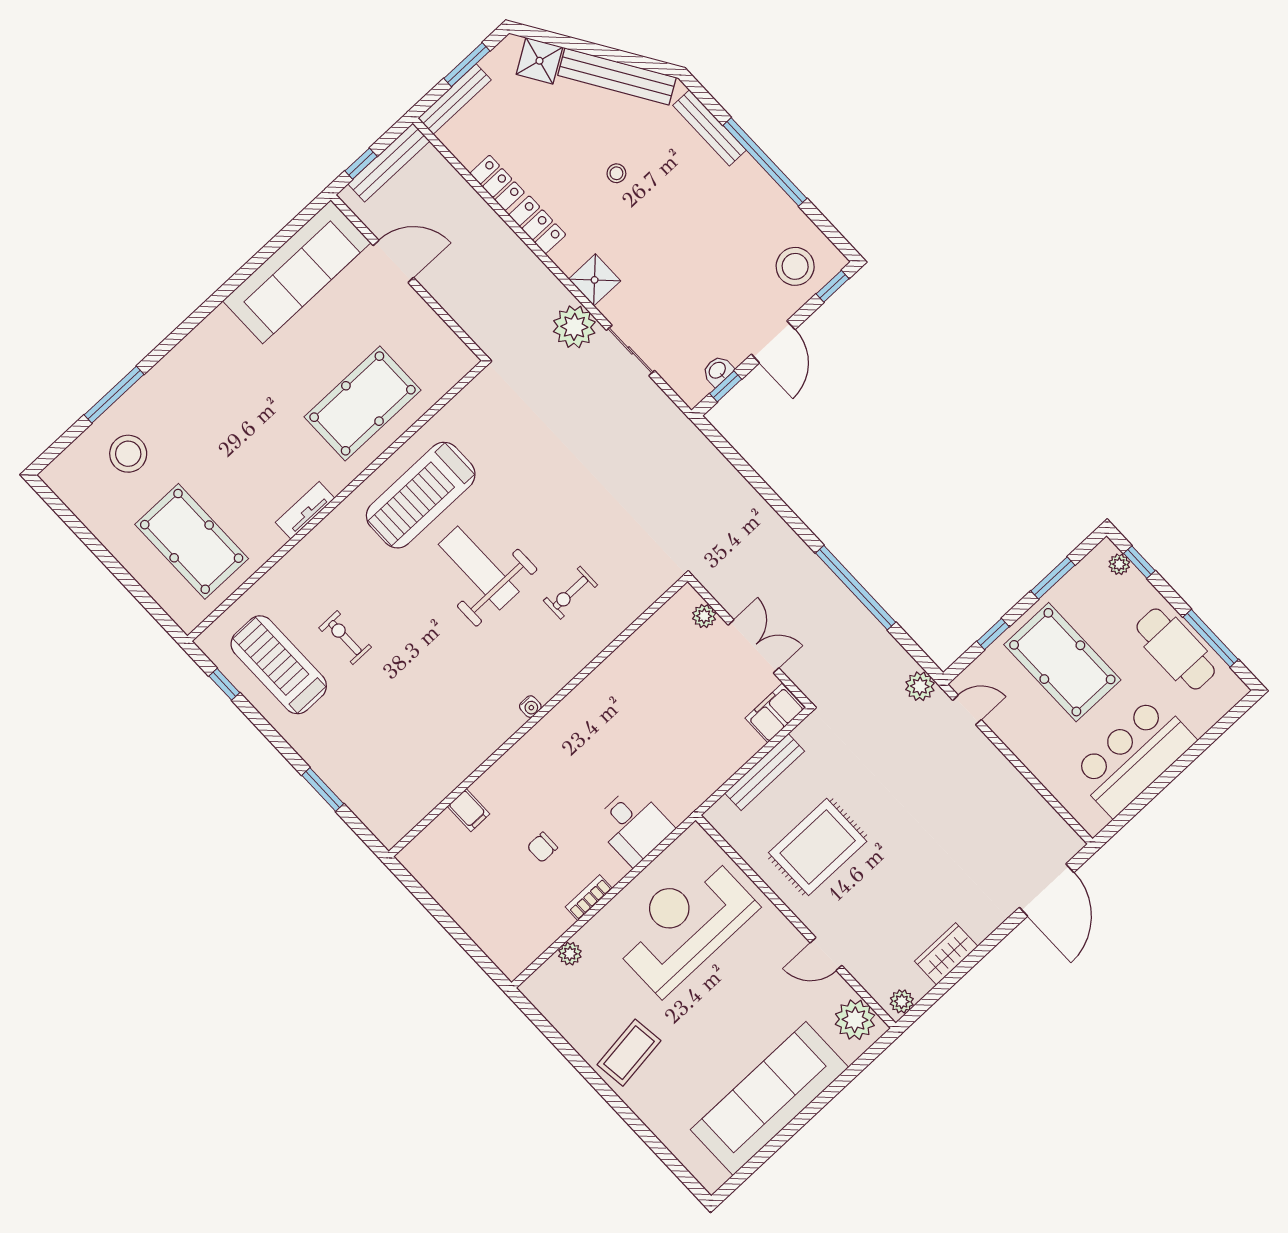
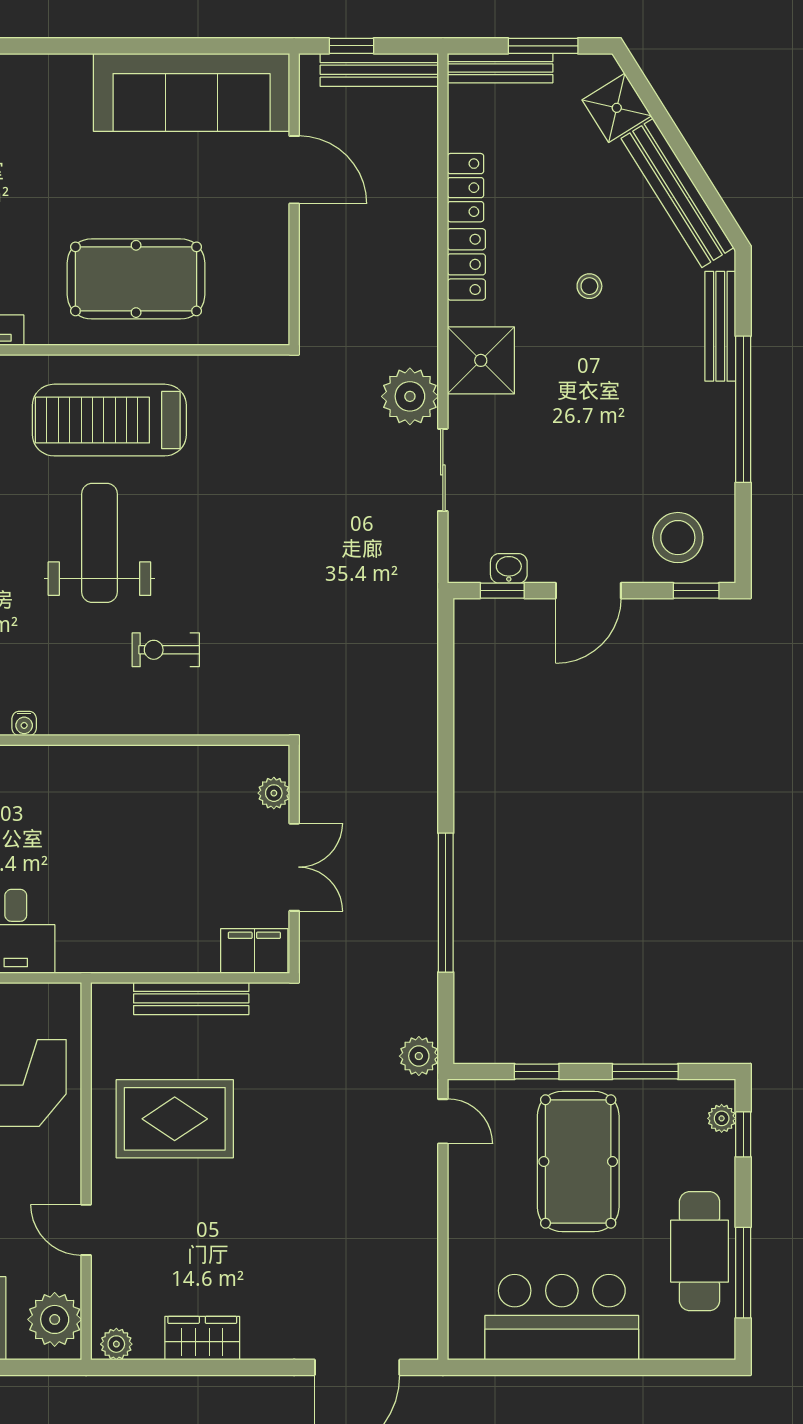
shower: (595, 280) -> (481, 360), width x1.36, depth x1.36

